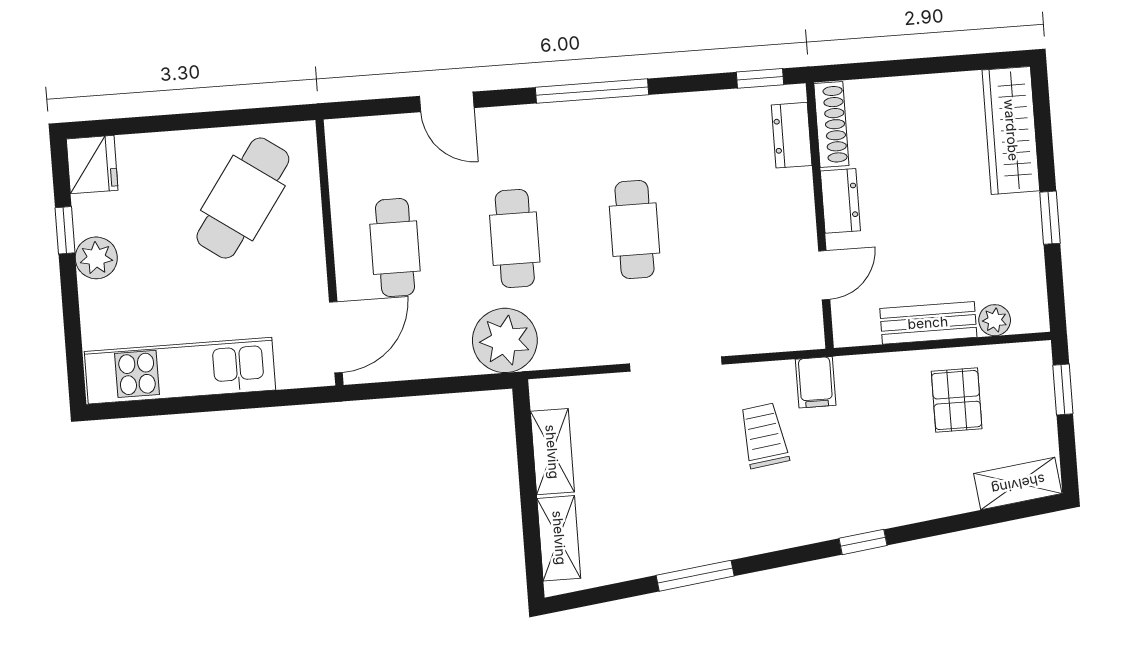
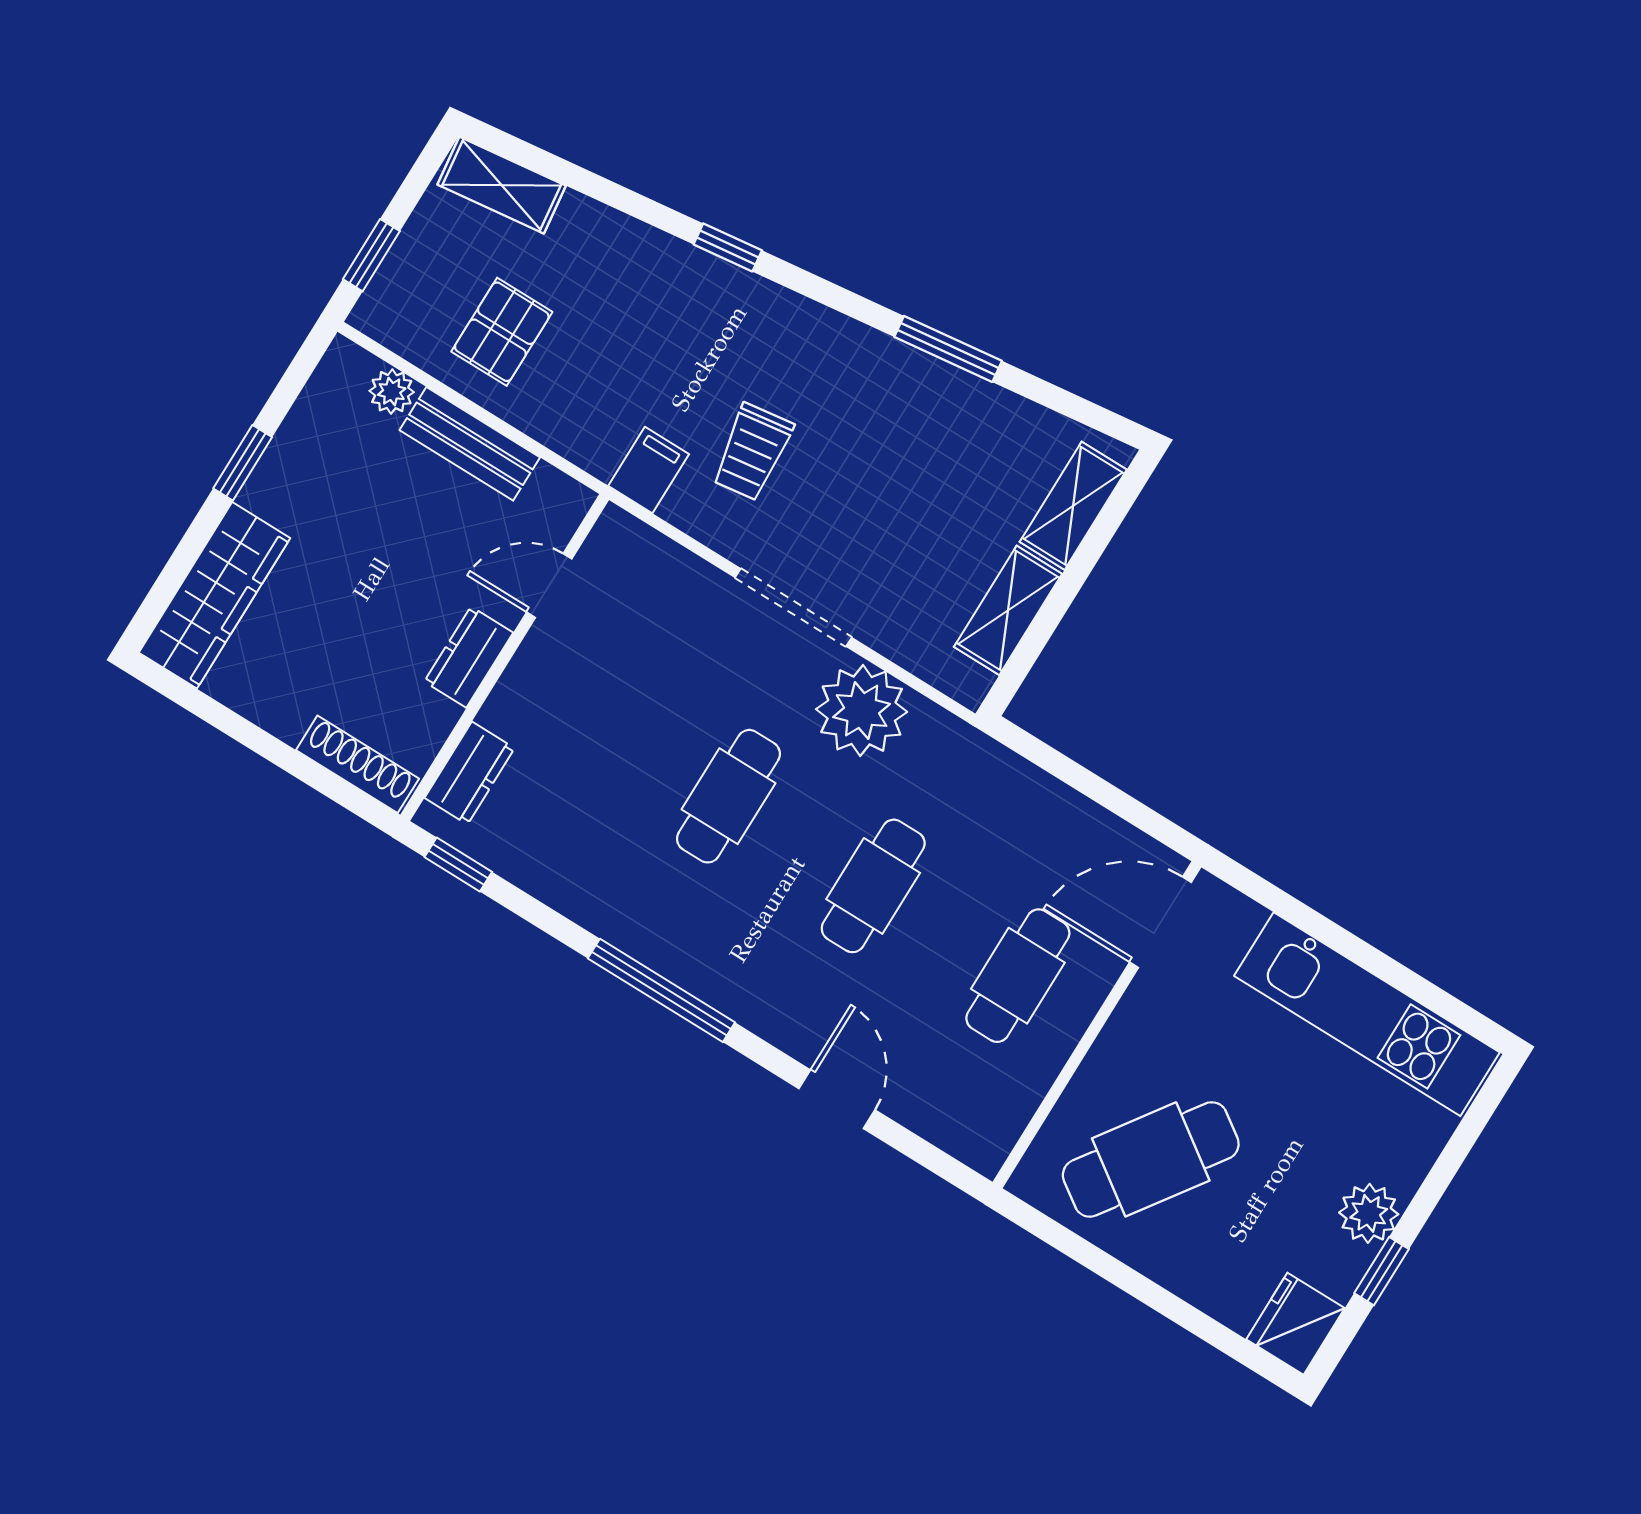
shoe rack: (831, 124) -> (357, 764), moved, turned 90
plant: (505, 340) -> (862, 710), moved

